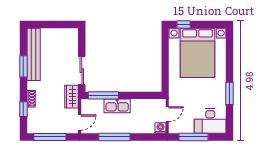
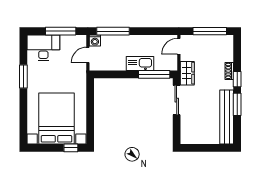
window: (23, 109) -> (237, 79), moved
window: (114, 137) -> (113, 31), moved

